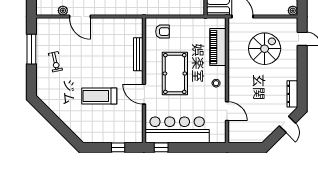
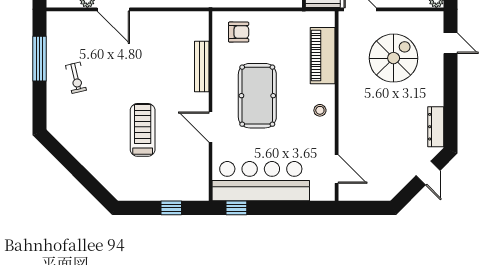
treadmill: (99, 96) -> (143, 130), turned 90
door: (227, 111) -> (337, 169), moved

